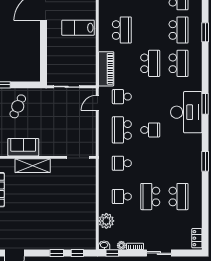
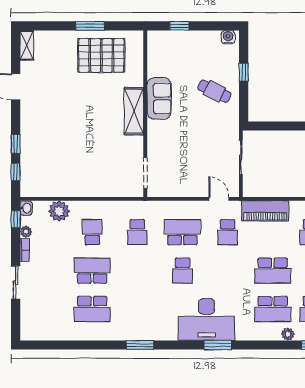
plant: (197, 52) -> (288, 334), added
school desk: (122, 97) -> (228, 232), turned 180
school desk: (122, 163) -> (137, 232), turned 180
locker: (197, 238) -> (36, 334), removed

